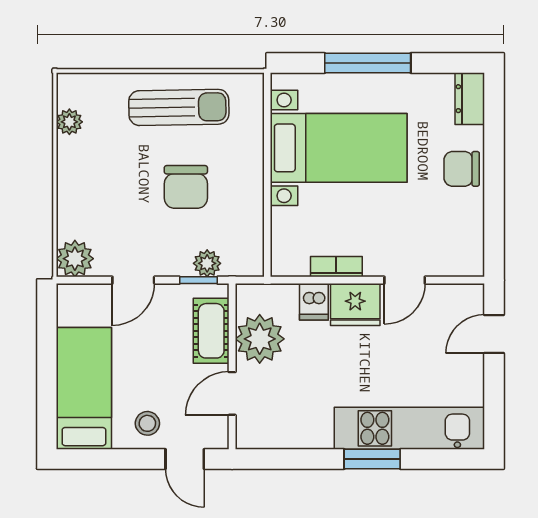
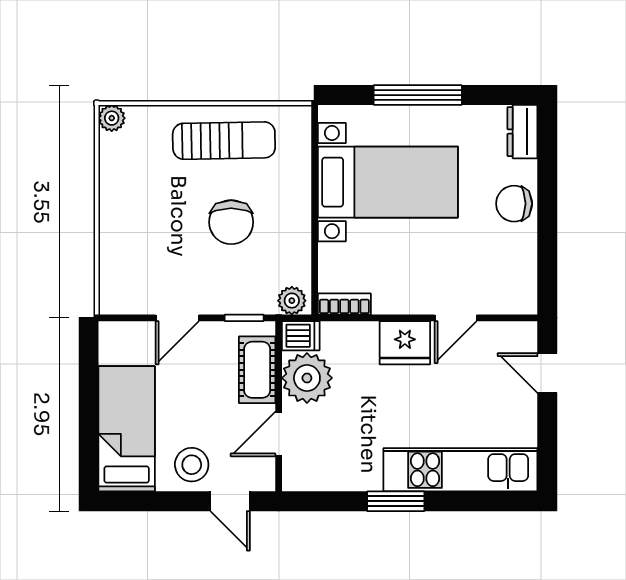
plant: (69, 122) -> (112, 118), moved
plant: (75, 259) -> (117, 296), removed
plant: (207, 263) -> (292, 301), moved
bookcase: (336, 267) -> (344, 304), moved
dishwasher: (314, 302) -> (301, 336), moved, turned -90
door: (494, 334) -> (547, 373), hinge flipped
stool: (147, 423) -> (192, 465), width x1.37, depth x1.37
window: (372, 459) -> (396, 501), moved

